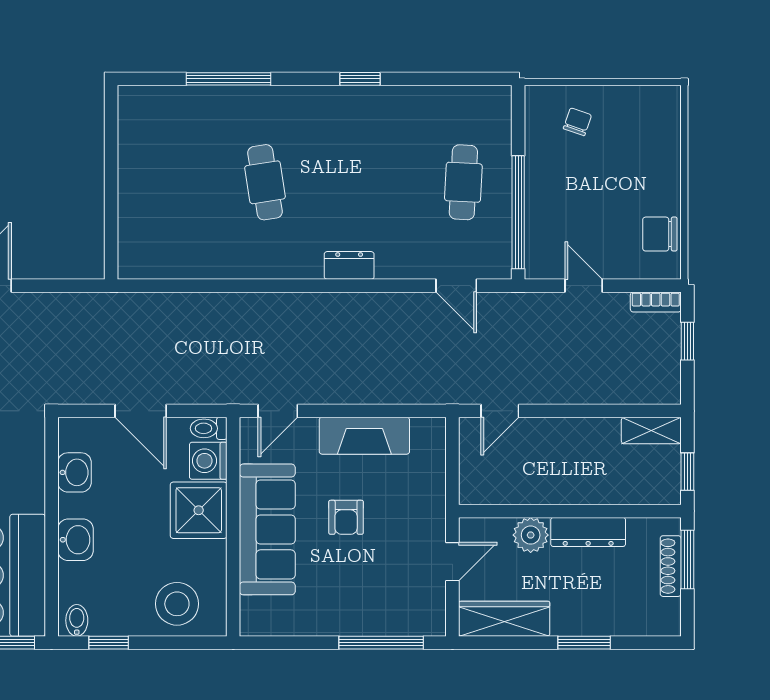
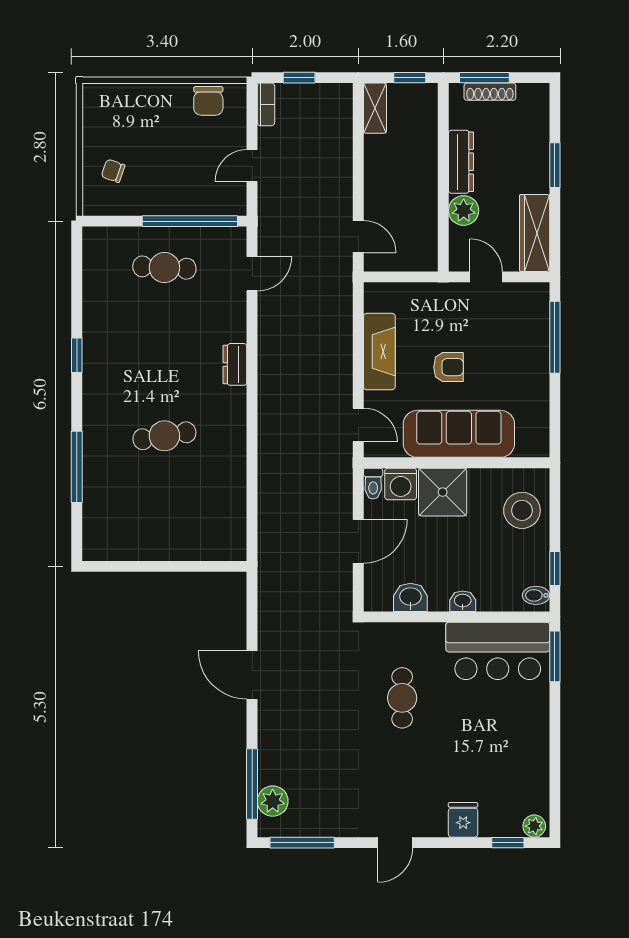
washbasin: (76, 540) -> (463, 601), width x0.72, depth x0.69

